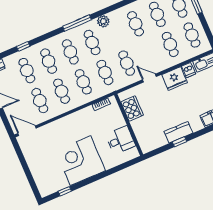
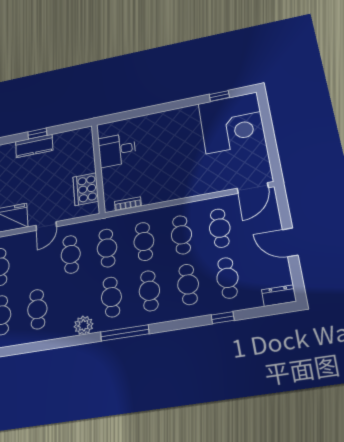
door: (149, 78) -> (46, 226), hinge flipped
door: (27, 131) -> (253, 188), hinge flipped
corner desk: (81, 161) -> (232, 123), moved

